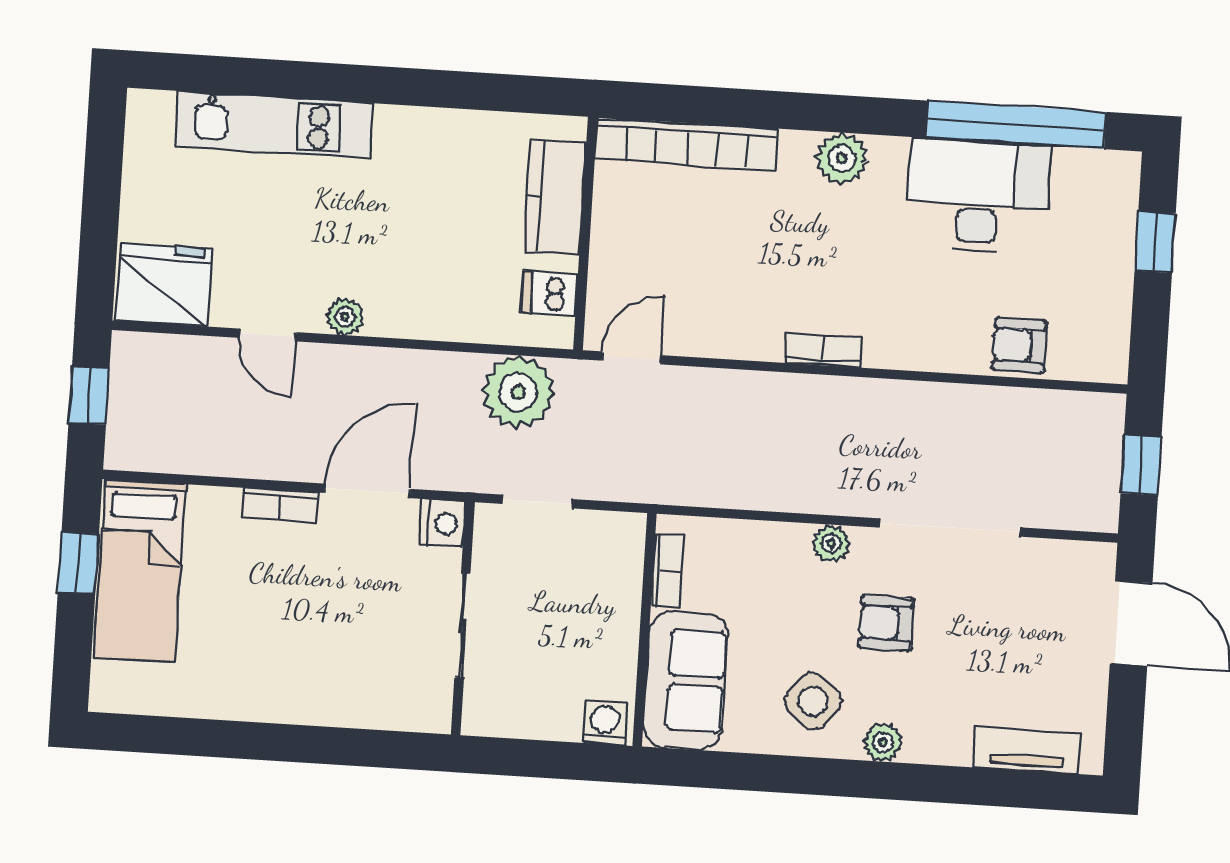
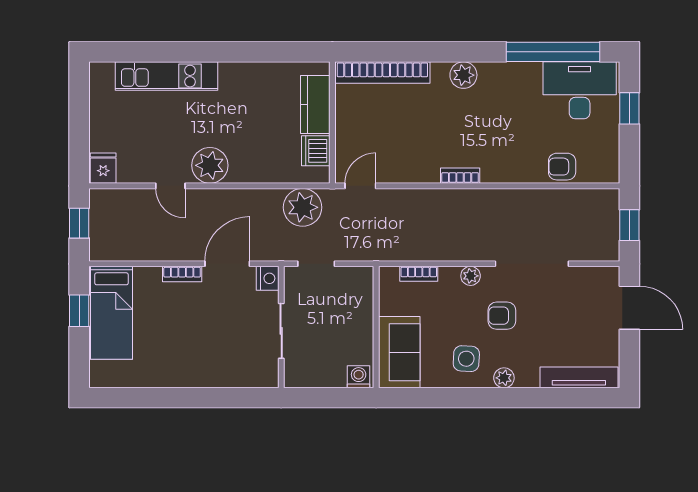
desk: (978, 196) -> (580, 90), moved
fridge: (164, 285) -> (103, 168), width x0.53, depth x0.75
dishwasher: (550, 293) -> (316, 151), width x1.38
plant: (345, 317) -> (210, 165), width x1.87, depth x1.87
bookcase: (667, 571) -> (419, 274), moved, turned 90
side table: (813, 701) -> (466, 359), turned -35
tv unit: (1026, 750) -> (579, 377), width x1.41

